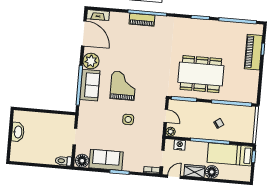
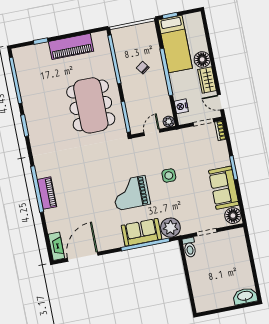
piano: (253, 52) -> (71, 46), moved
plant: (91, 61) -> (170, 228), moved
washbasin: (18, 132) -> (245, 296), moved
toilet: (63, 161) -> (190, 247), moved

